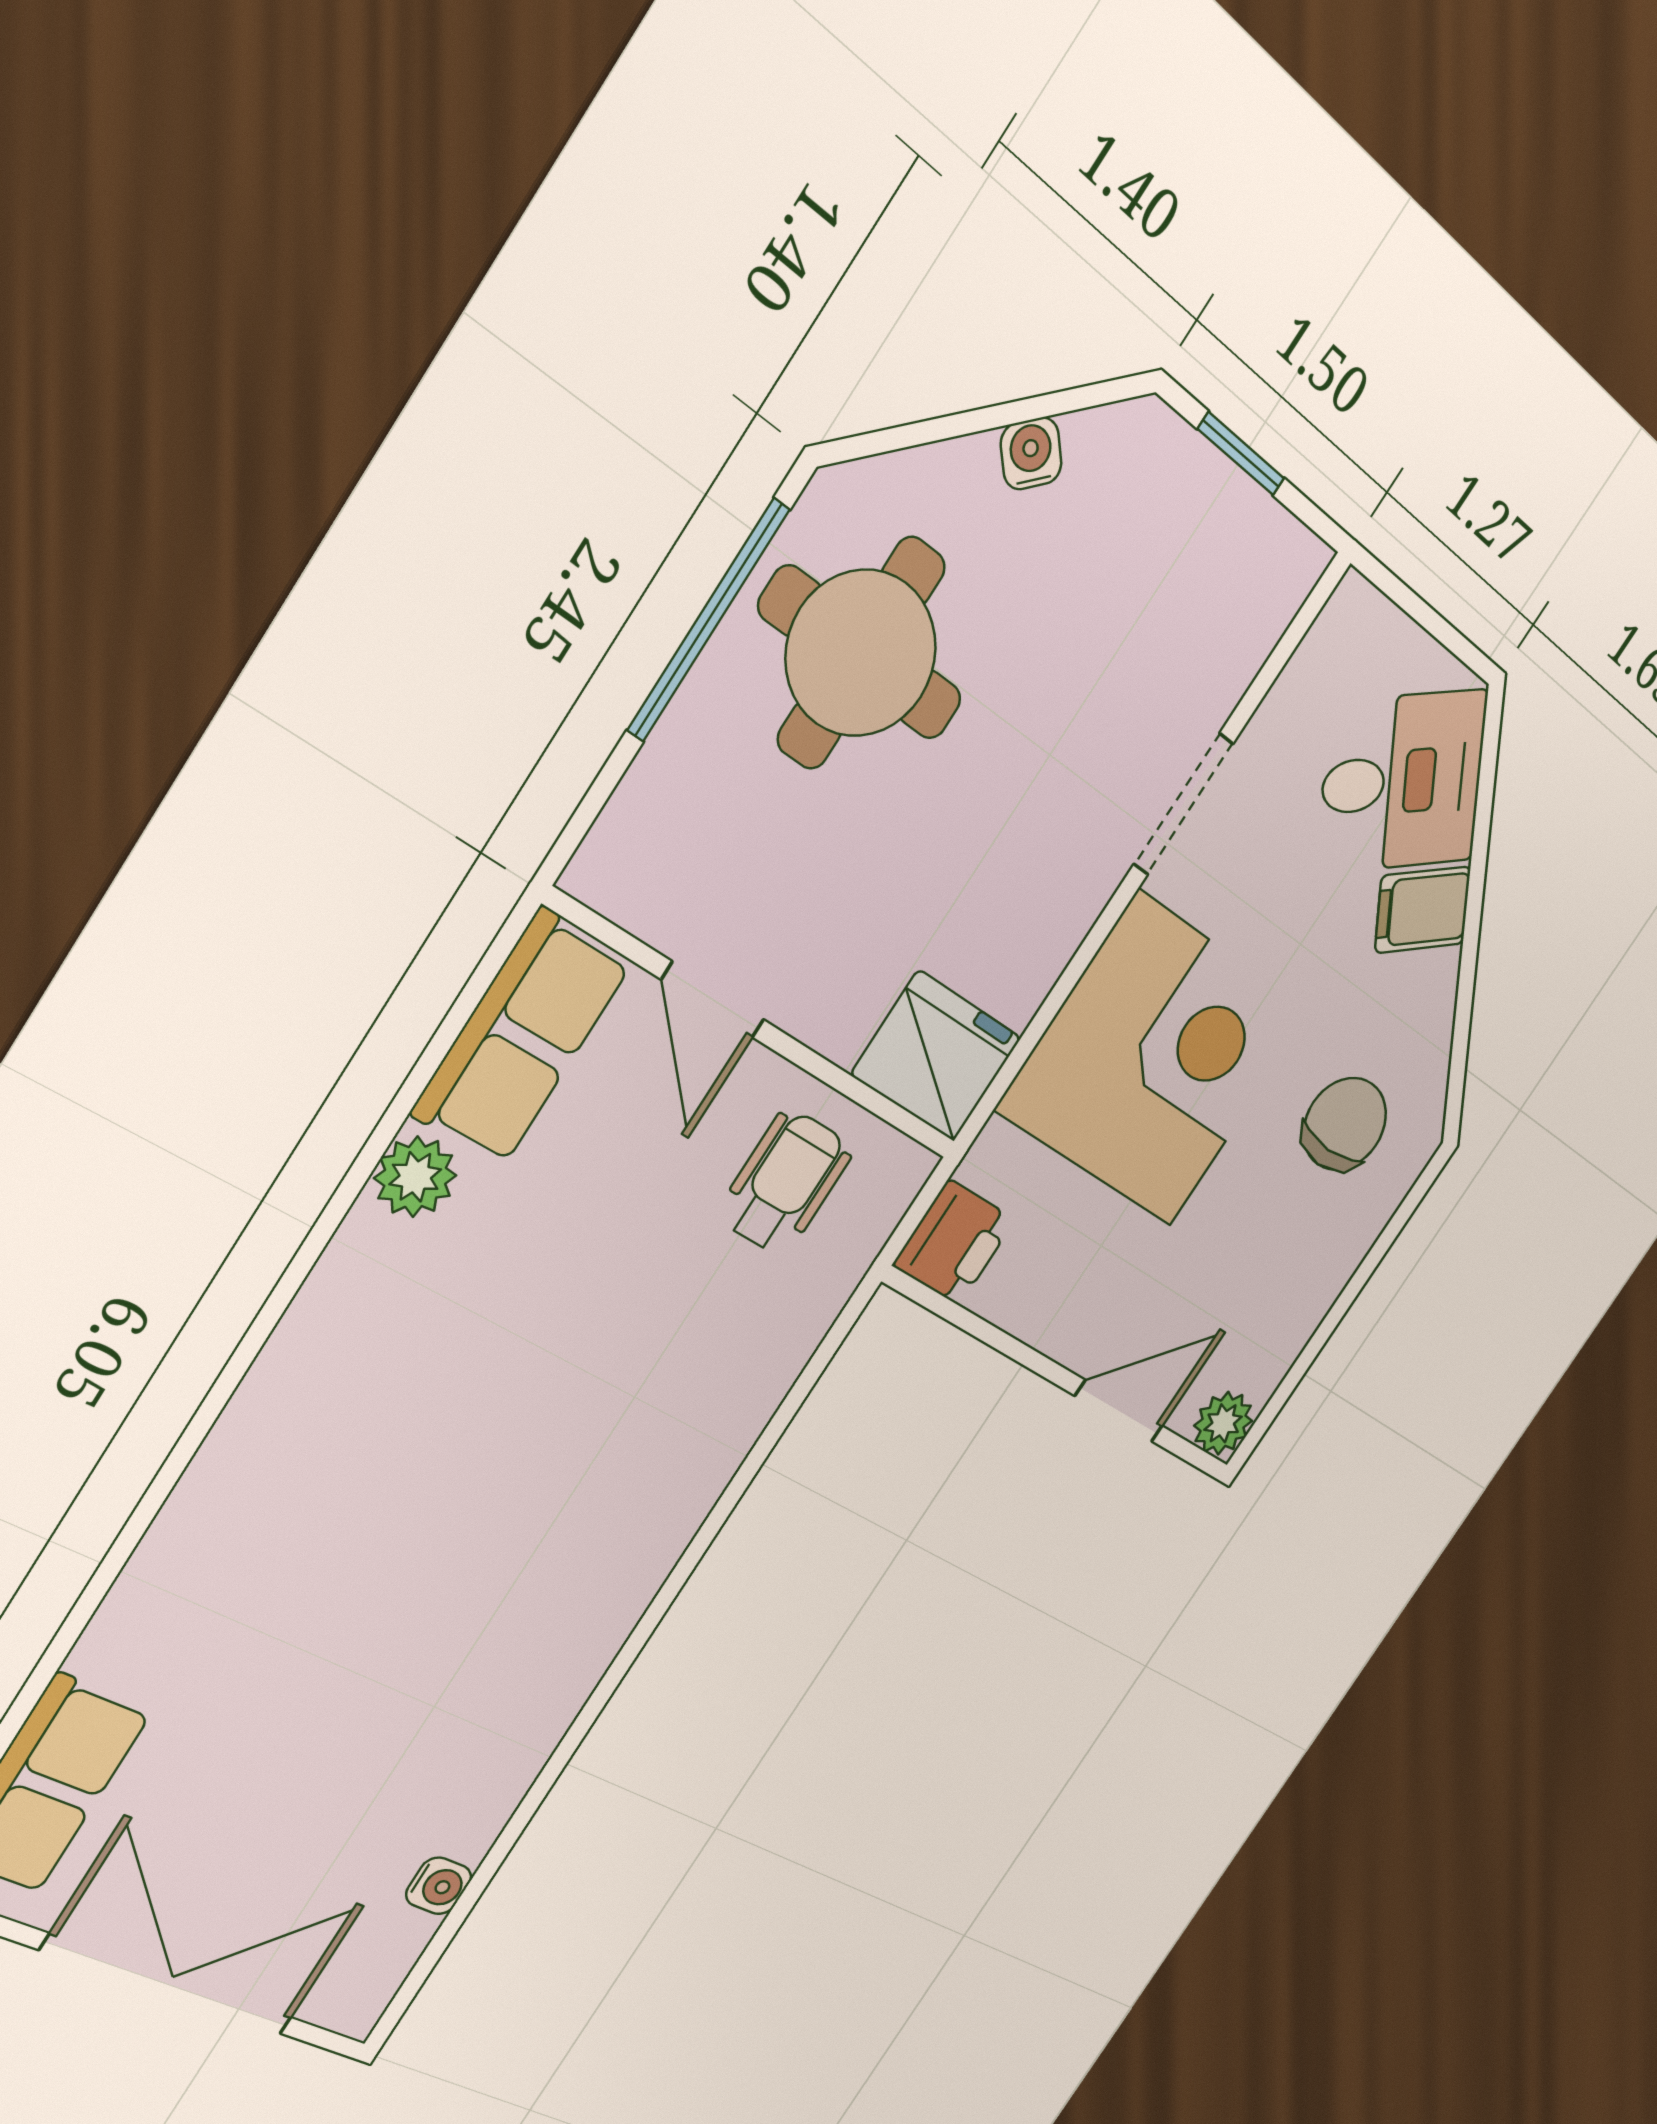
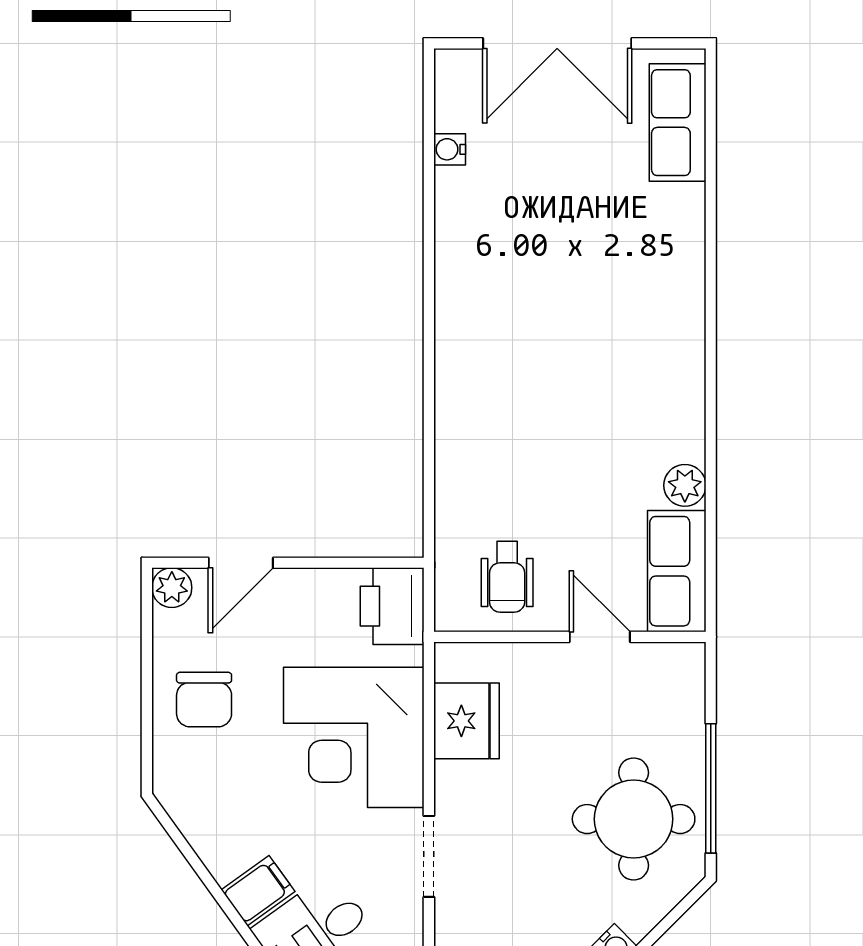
fridge: (936, 1056) -> (467, 721), moved, turned -90
chair: (1345, 1124) -> (204, 700), moved
printer: (954, 1242) -> (392, 606), width x1.36, depth x1.24

